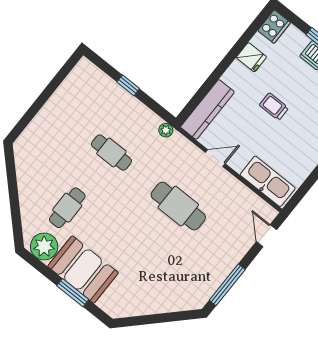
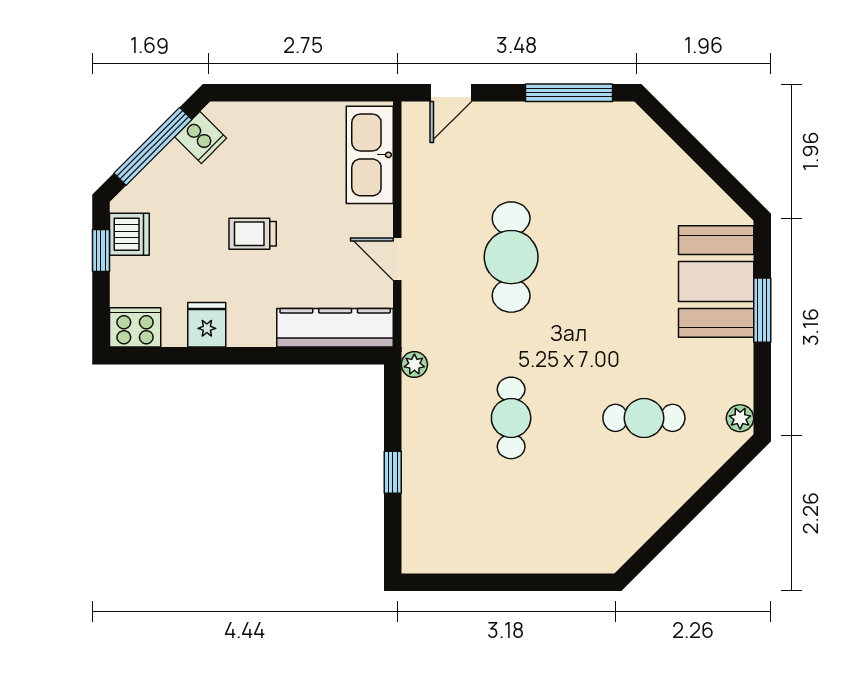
trolley: (274, 107) -> (253, 234), turned 90
plant: (44, 247) -> (740, 418), width x0.53, depth x0.53
booth: (83, 270) -> (716, 282), moved

